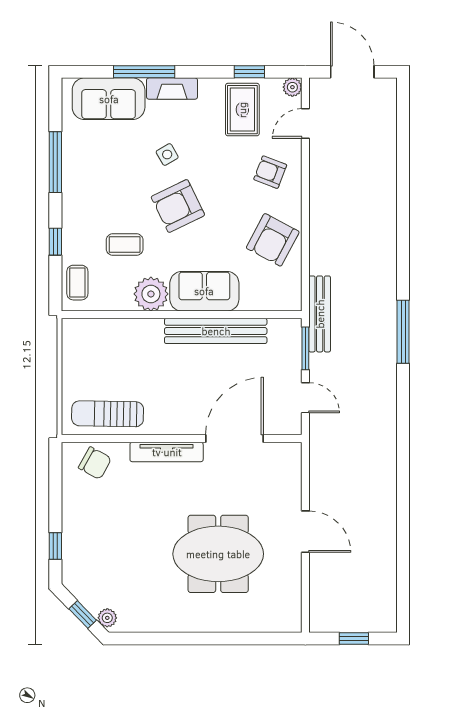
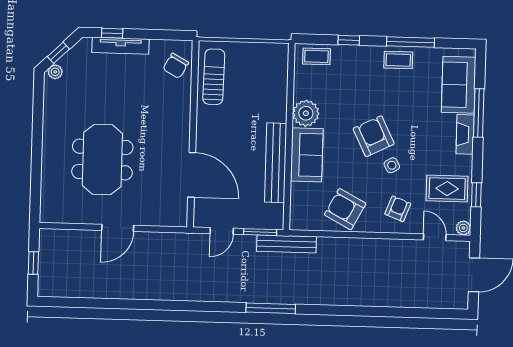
side table: (167, 154) -> (392, 165), moved
coffee table: (125, 245) -> (398, 60), moved, turned 90
tv unit: (167, 452) -> (121, 46), moved, turned -90

